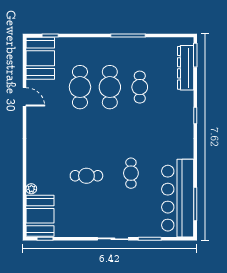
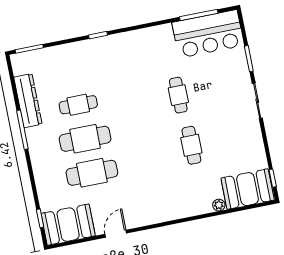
dresser: (186, 68) -> (28, 101), moved, turned -90
cafe table: (131, 173) -> (178, 95), turned 90
bar counter: (178, 198) -> (208, 34), width x0.73

